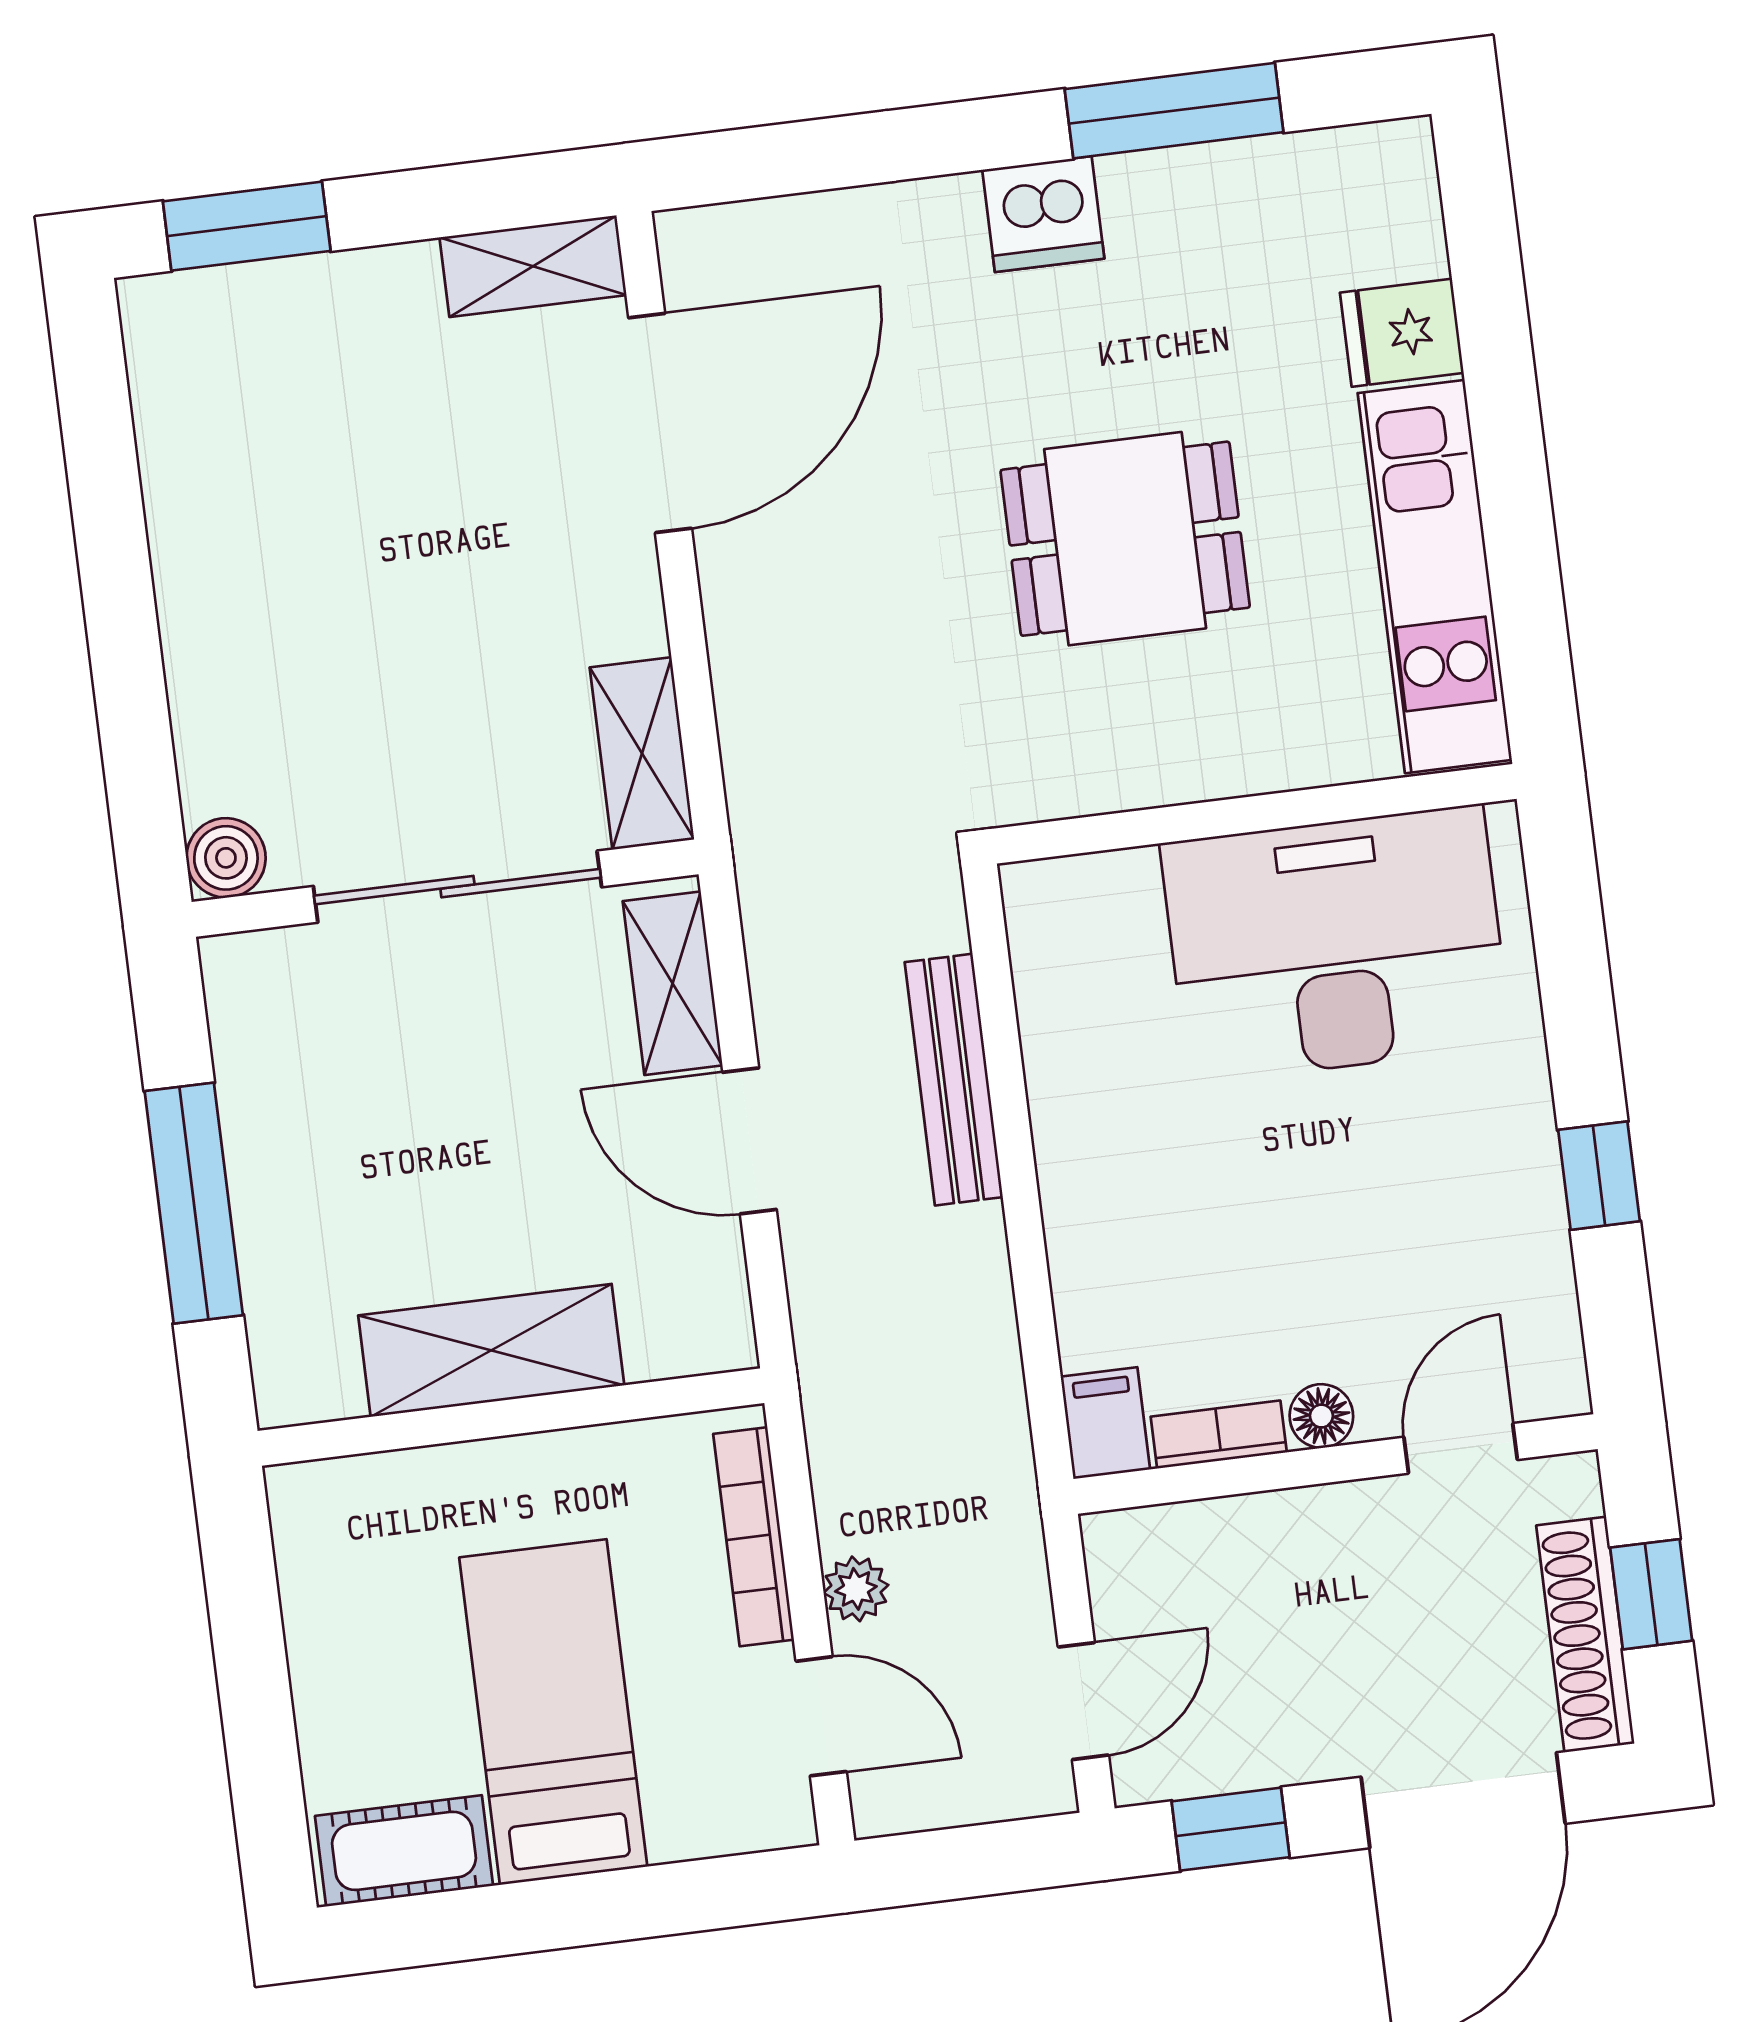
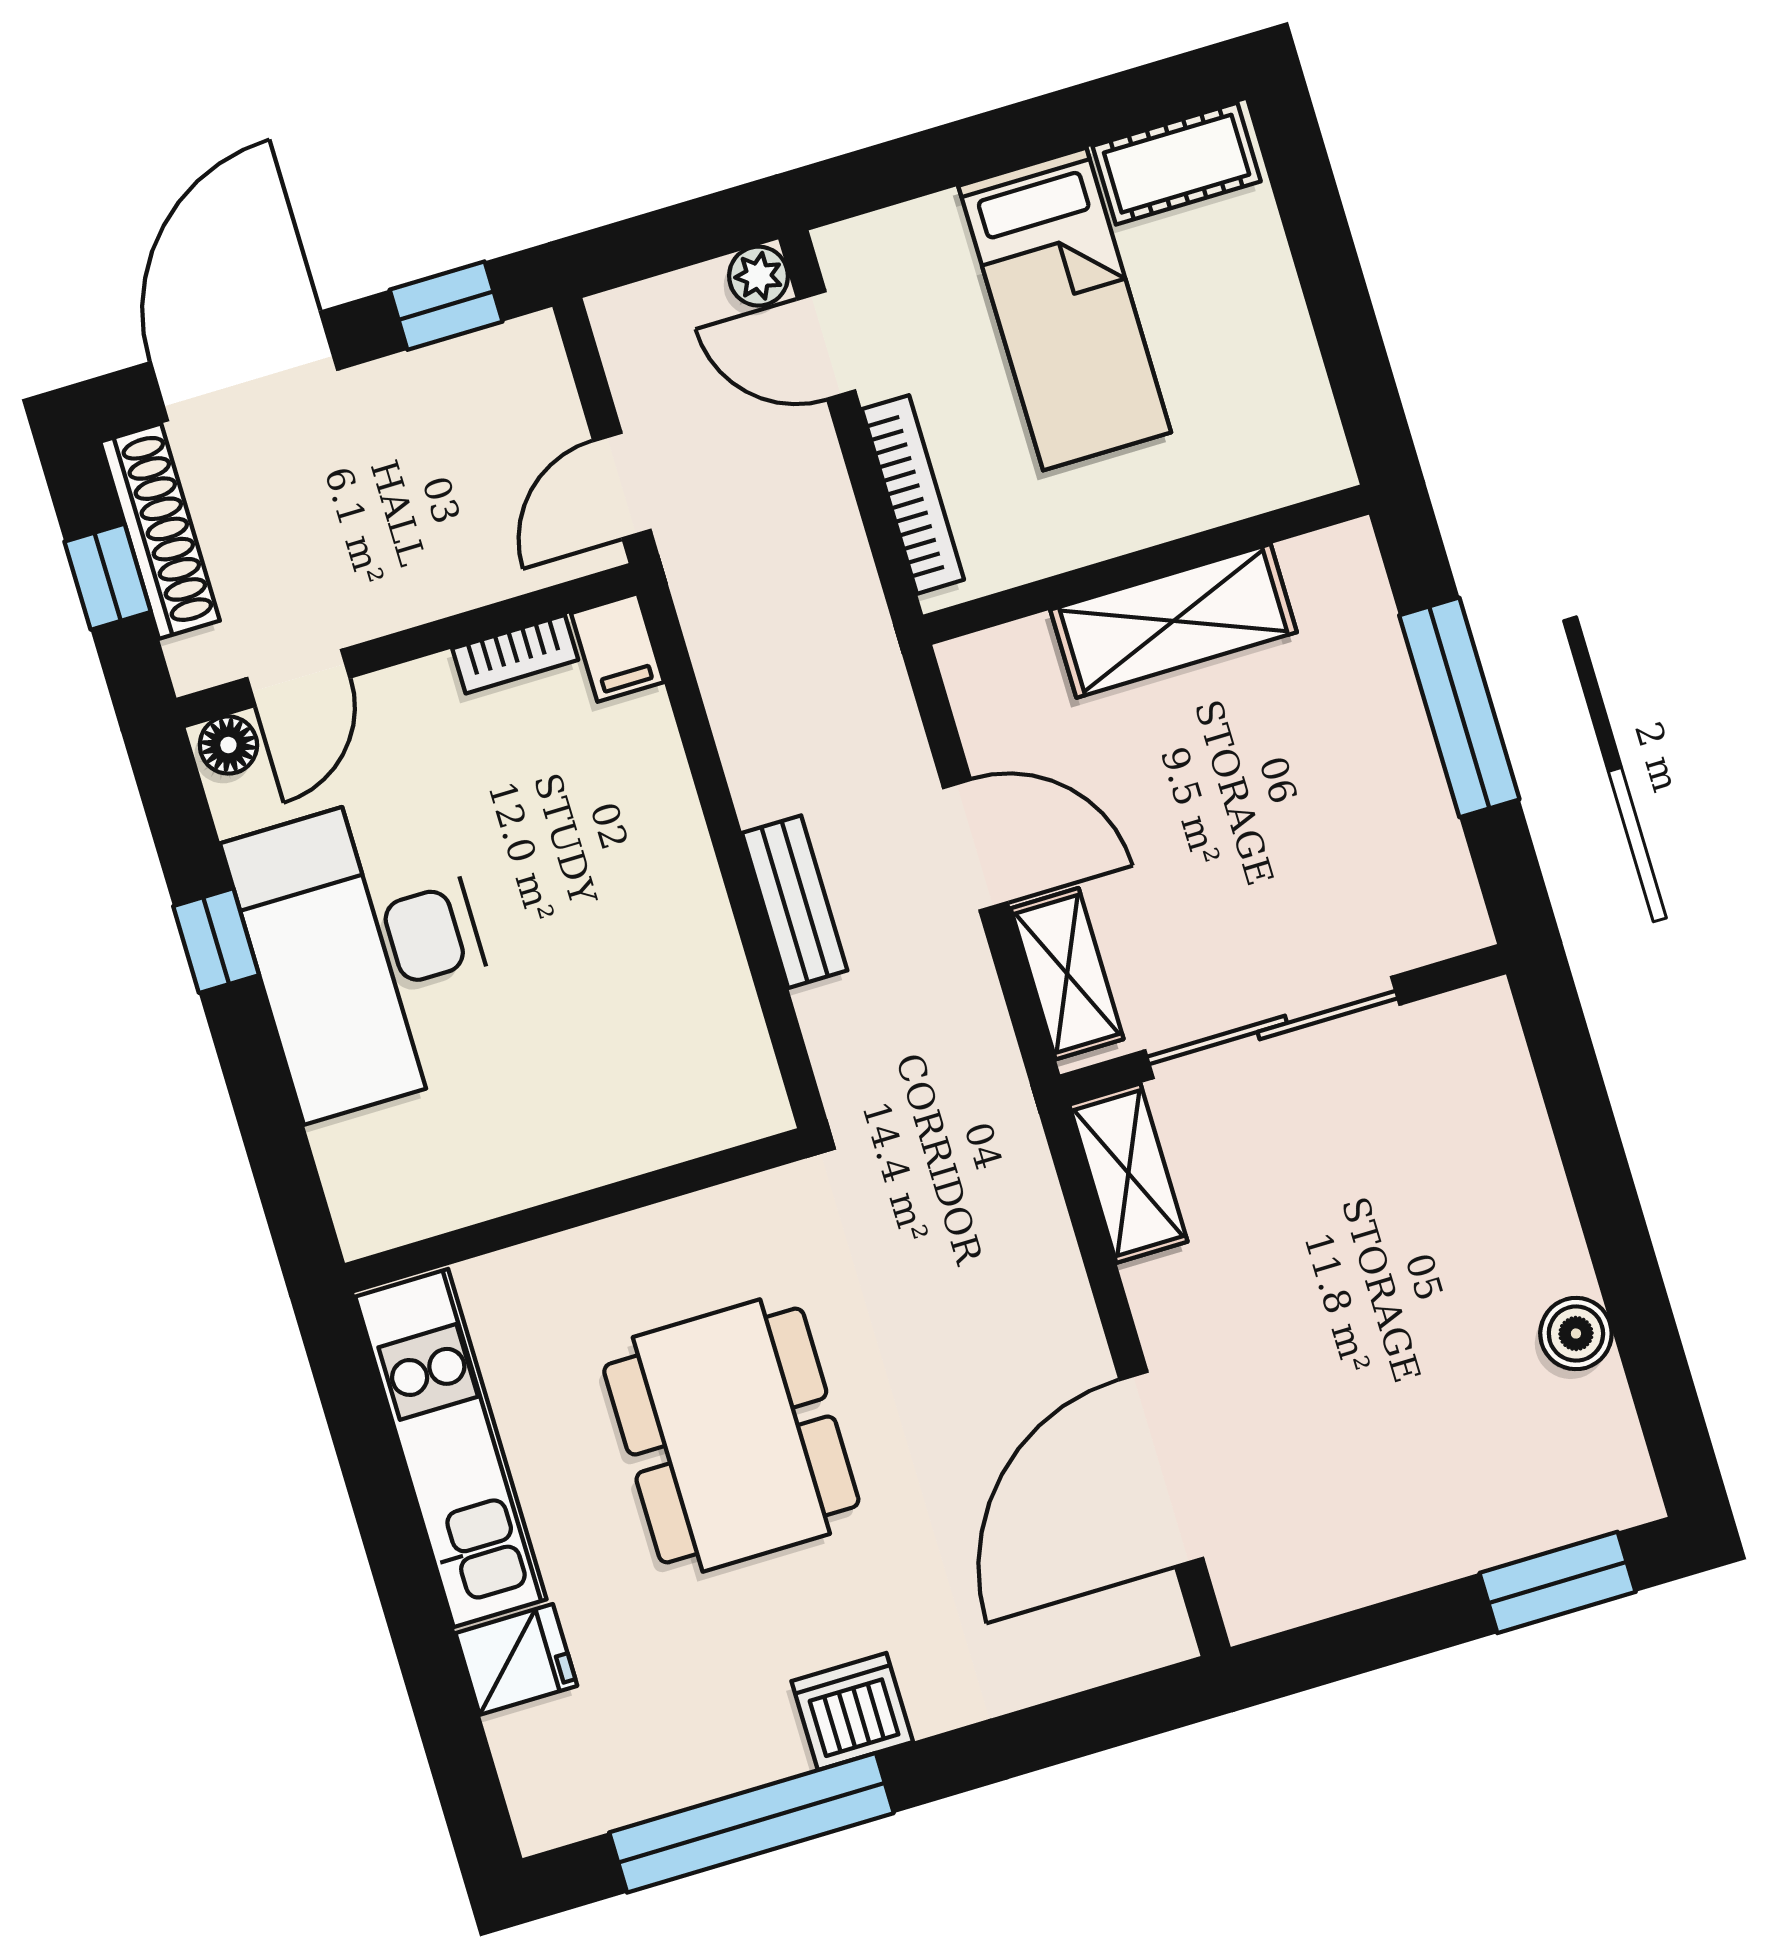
window: (1174, 111) -> (751, 1823), width x1.46
shelving: (533, 266) -> (1297, 1589), removed
dining table: (1125, 539) -> (731, 1435), width x1.38
boiler: (226, 858) -> (1576, 1334), moved
desk: (1336, 944) -> (367, 953), moved, turned 90
bench: (954, 1080) -> (795, 902), width x0.73
floor lamp: (1321, 1416) -> (228, 745), moved
plant: (856, 1589) -> (759, 276), moved
door: (1083, 1701) -> (622, 486), moved

